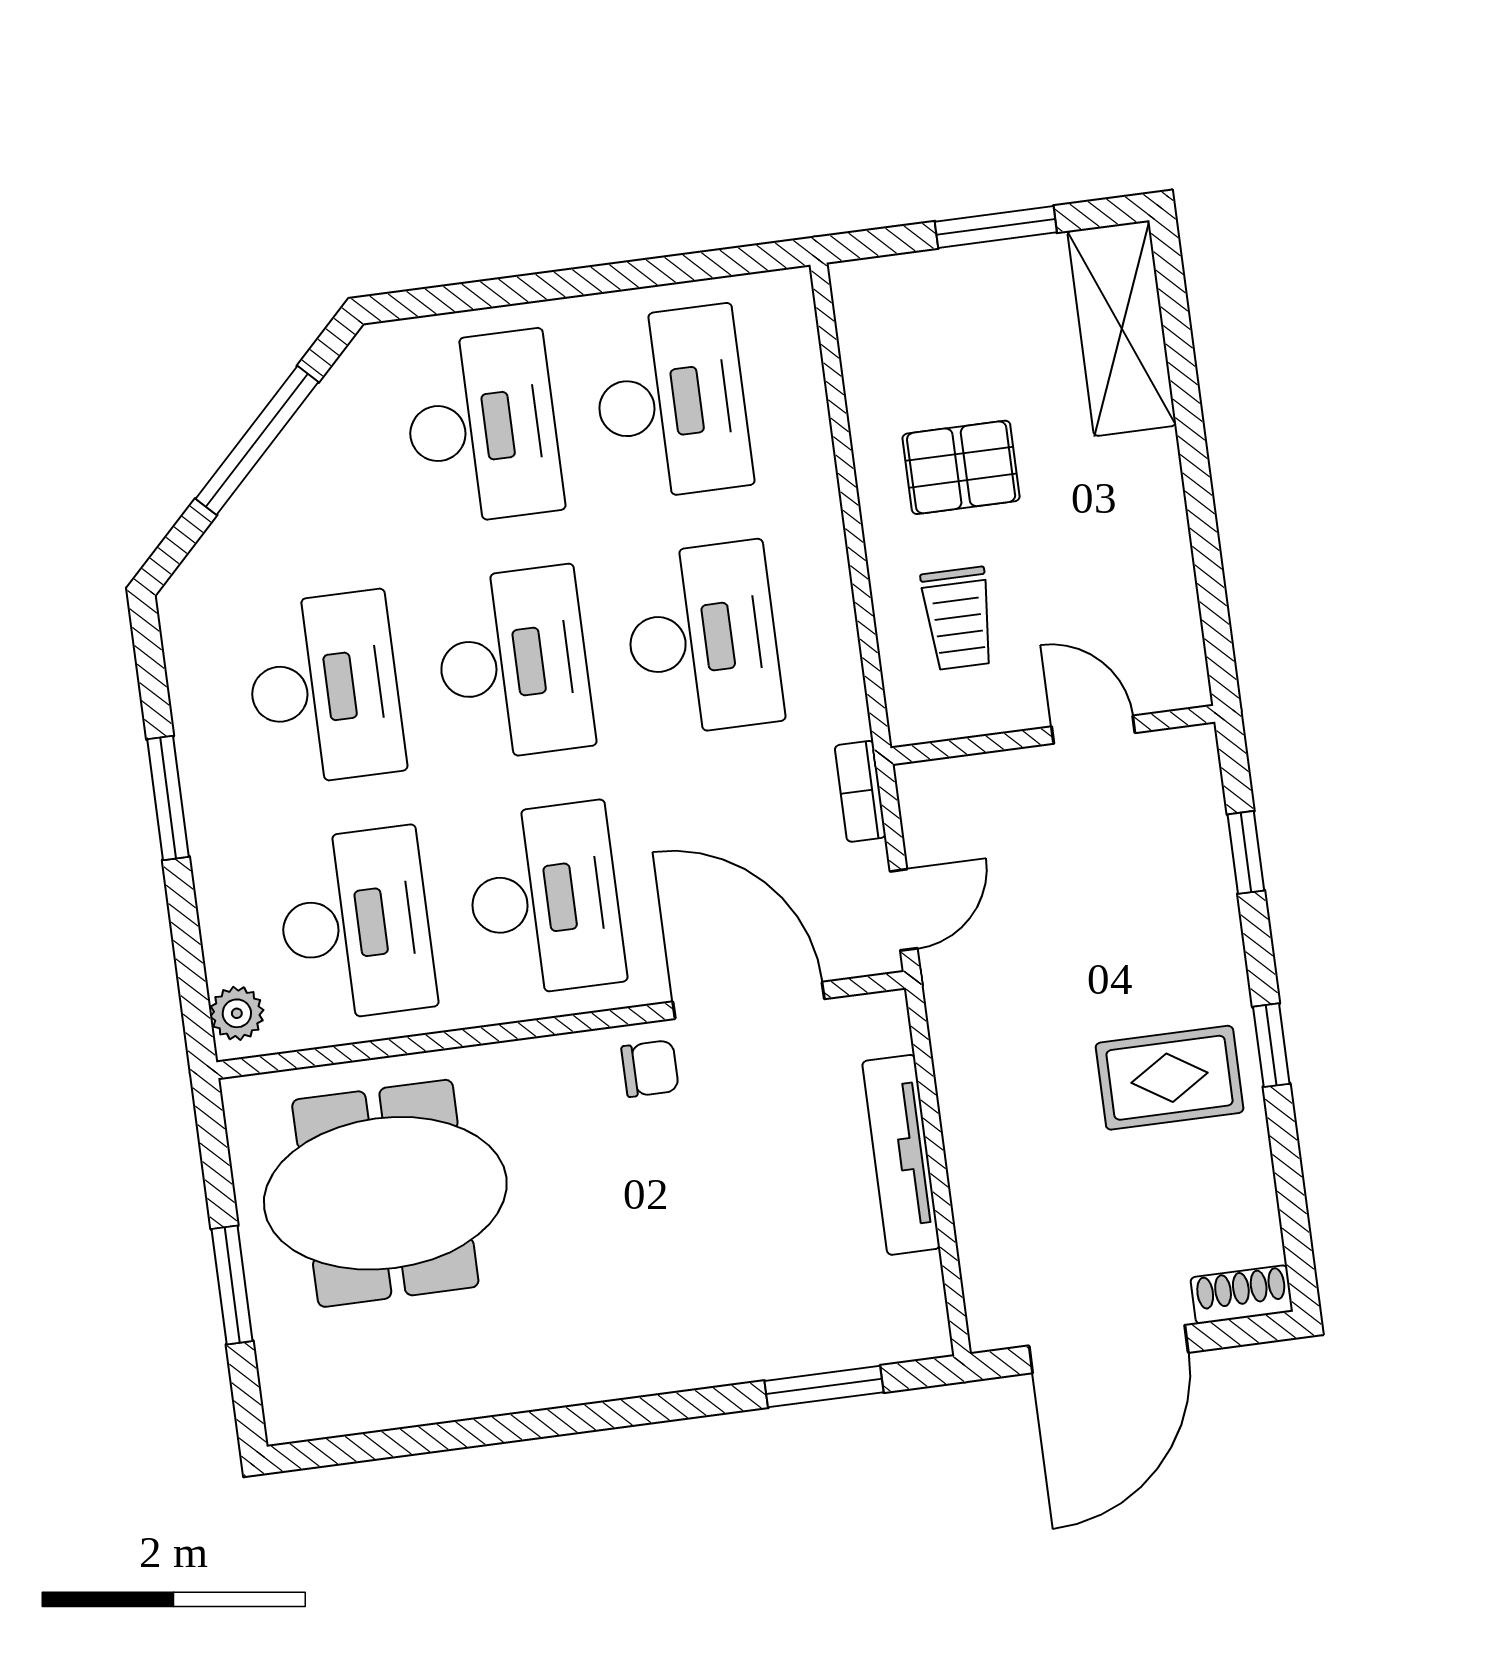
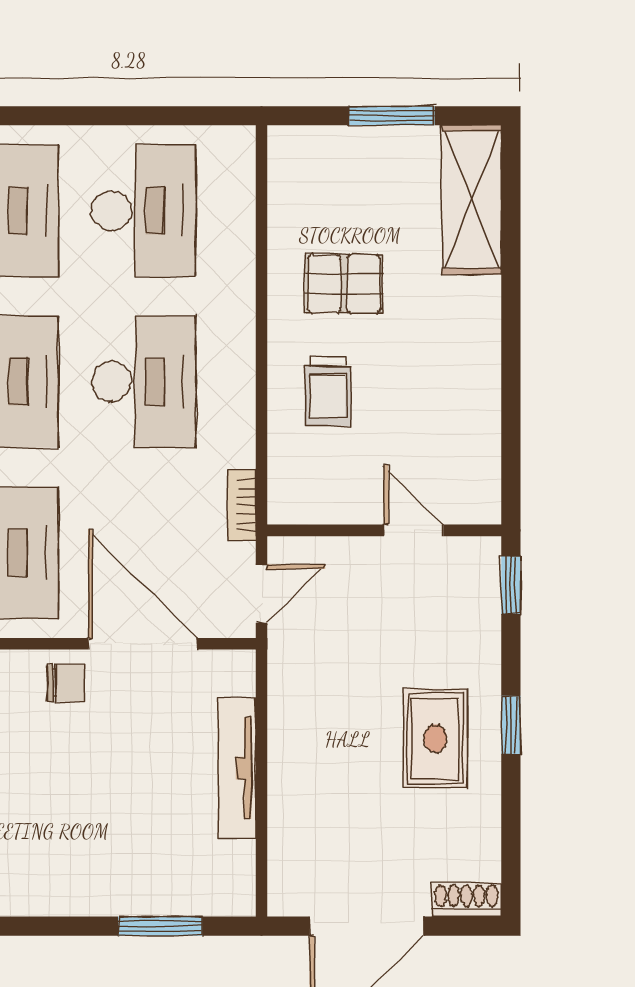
door: (1093, 730) -> (414, 530), moved
wall: (1053, 735) -> (384, 530), moved
rug: (1170, 1078) -> (435, 738), turned 90

